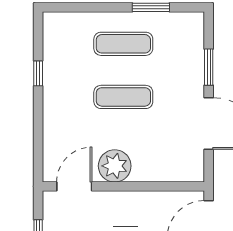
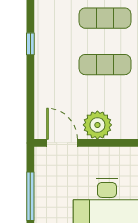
door: (74, 186) -> (62, 143), hinge flipped

